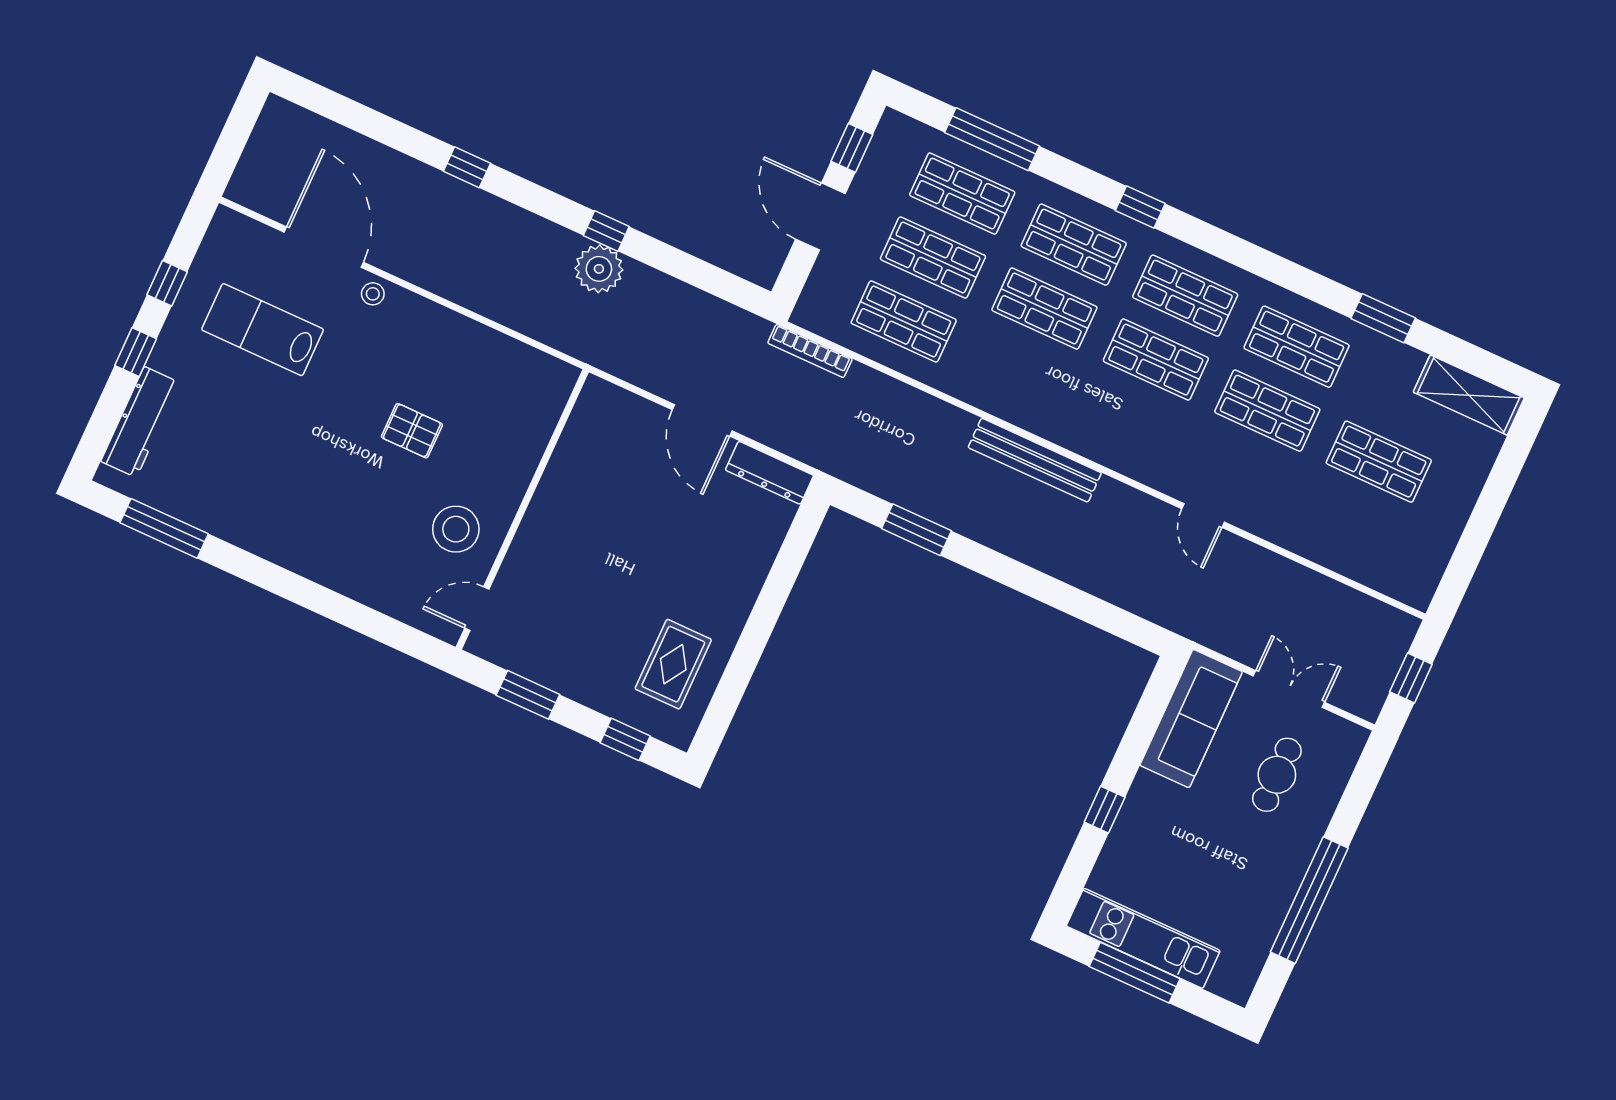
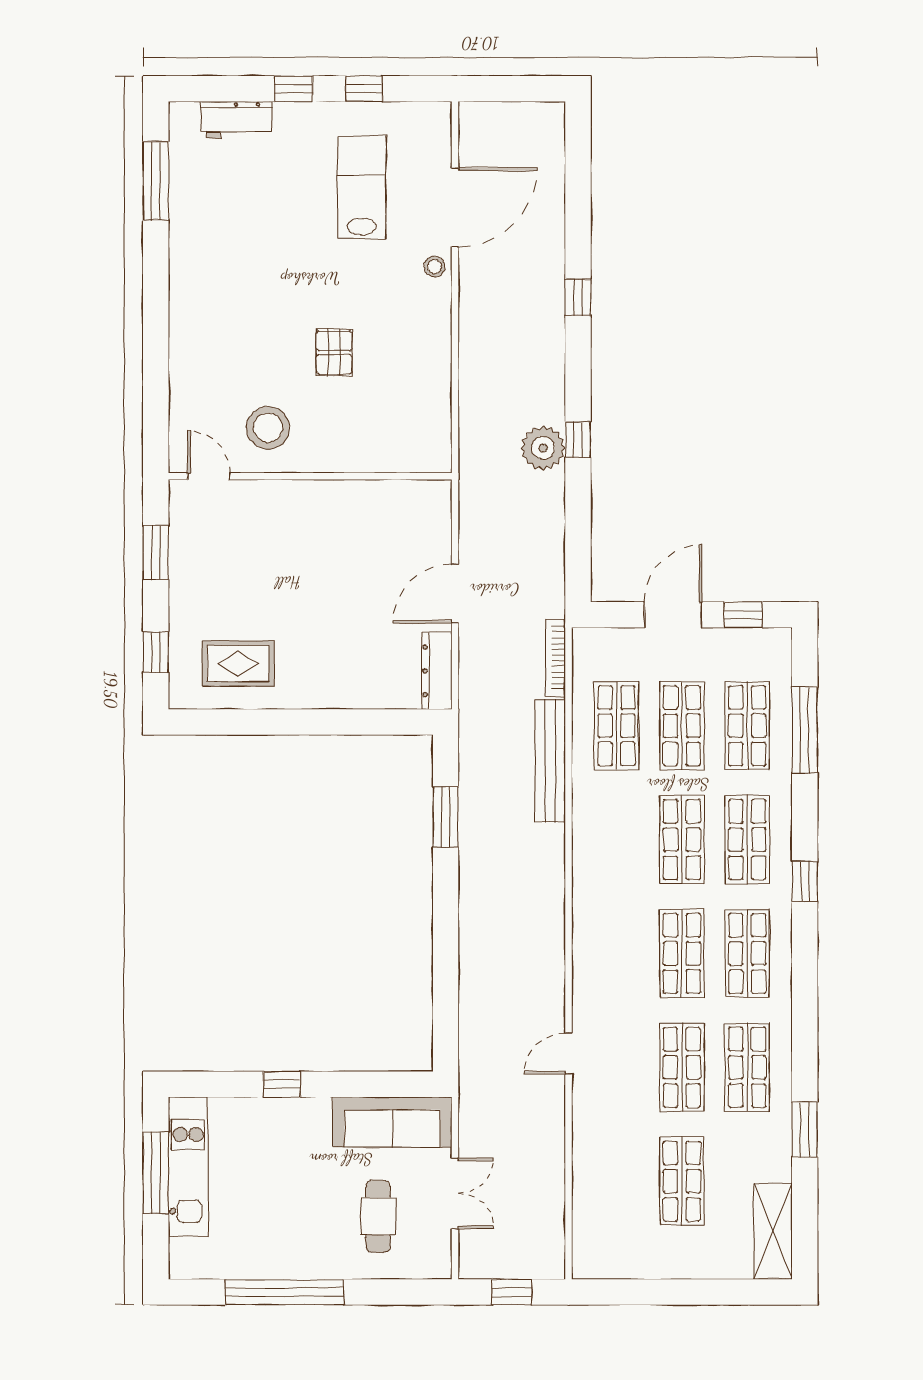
workbench: (140, 422) -> (236, 120), width x0.73
bench: (1035, 460) -> (550, 761), moved
cafe table: (1277, 775) -> (378, 1216), turned 90

